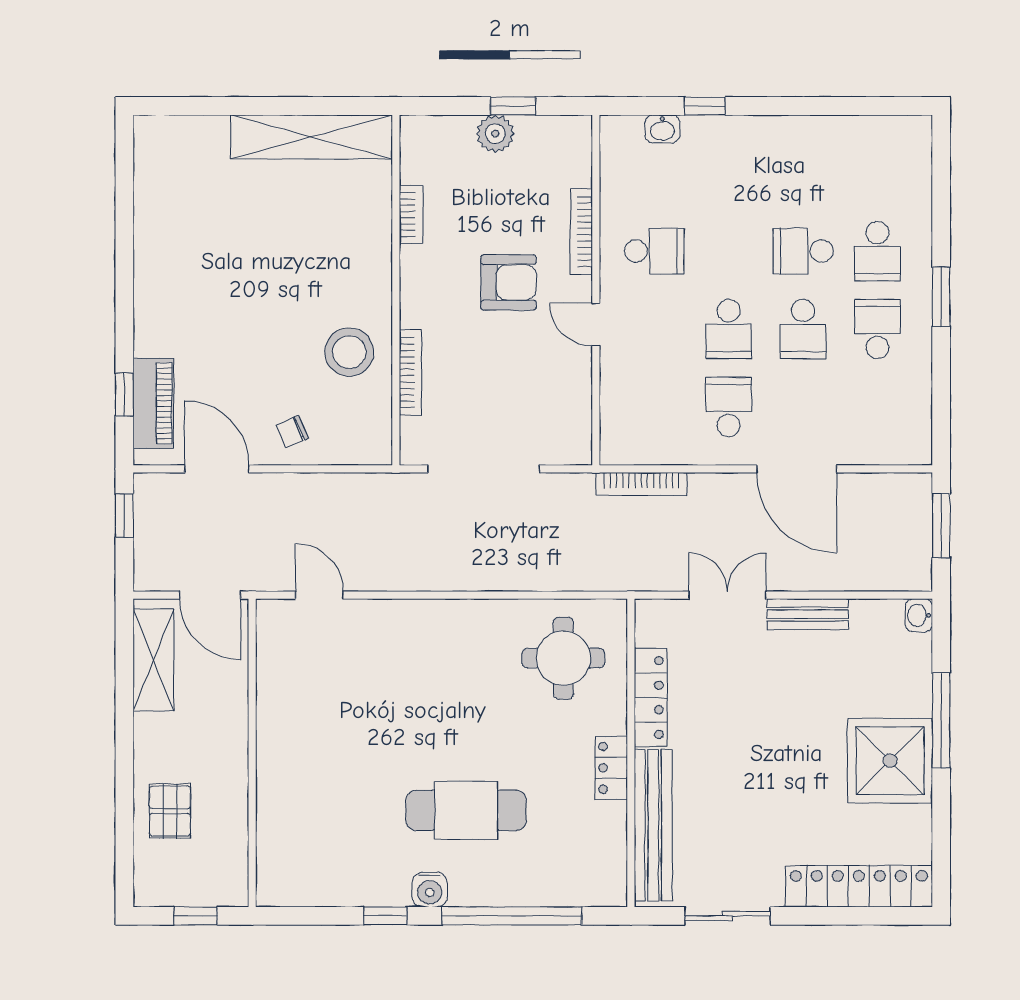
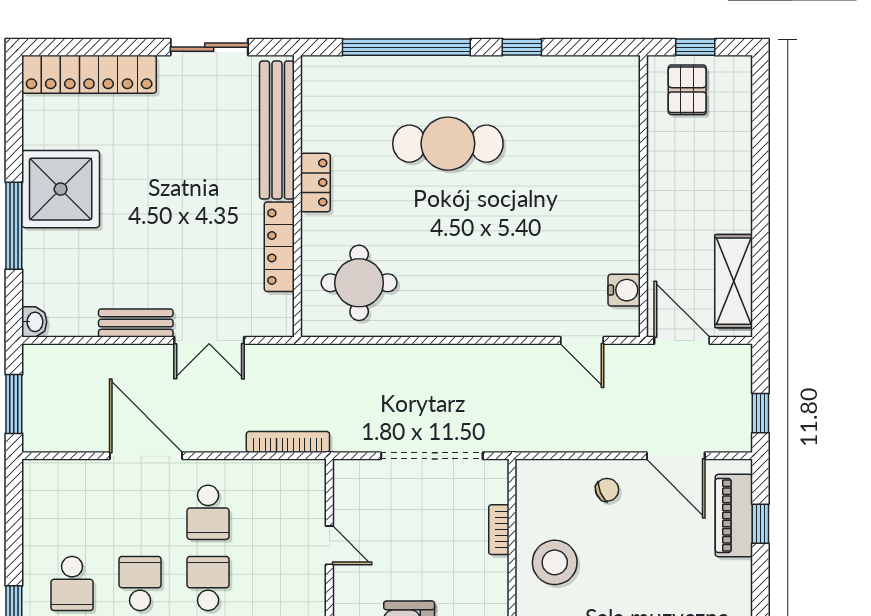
door: (596, 325) -> (329, 545), moved
bookcase: (410, 372) -> (499, 530), width x0.64
pallet: (170, 811) -> (687, 90), moved
water cooler: (430, 890) -> (624, 290), moved, turned 90

